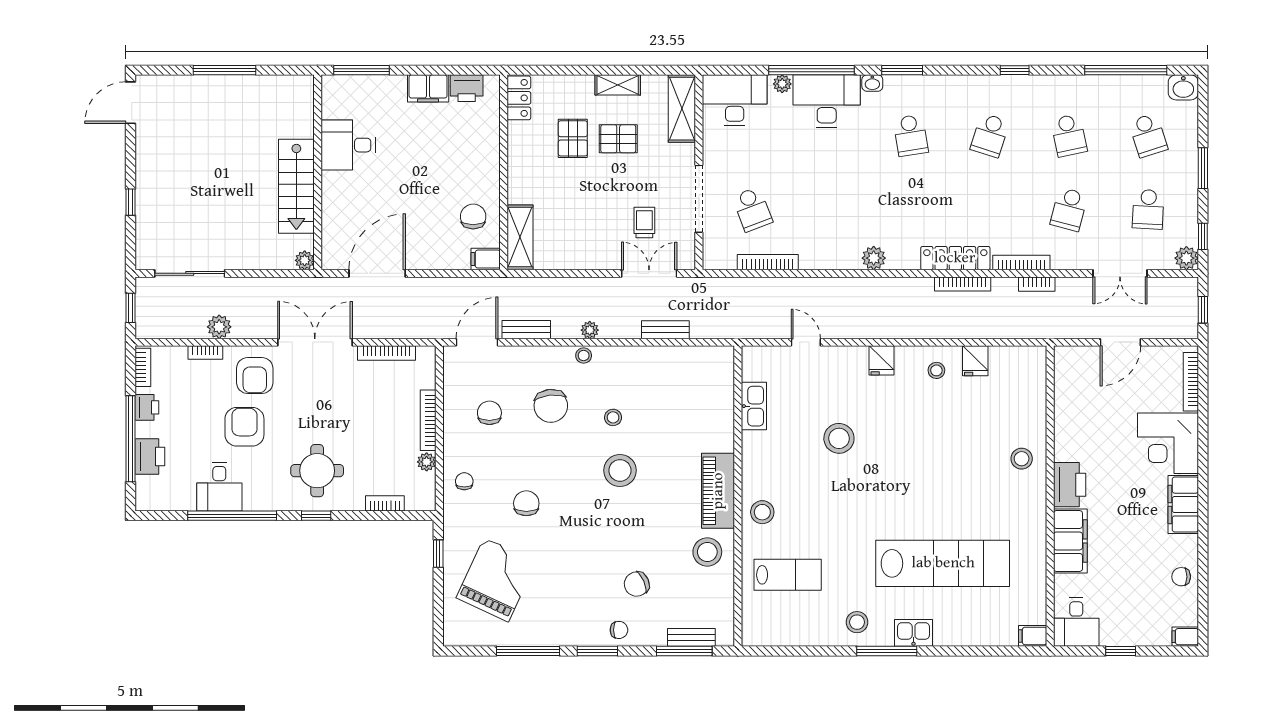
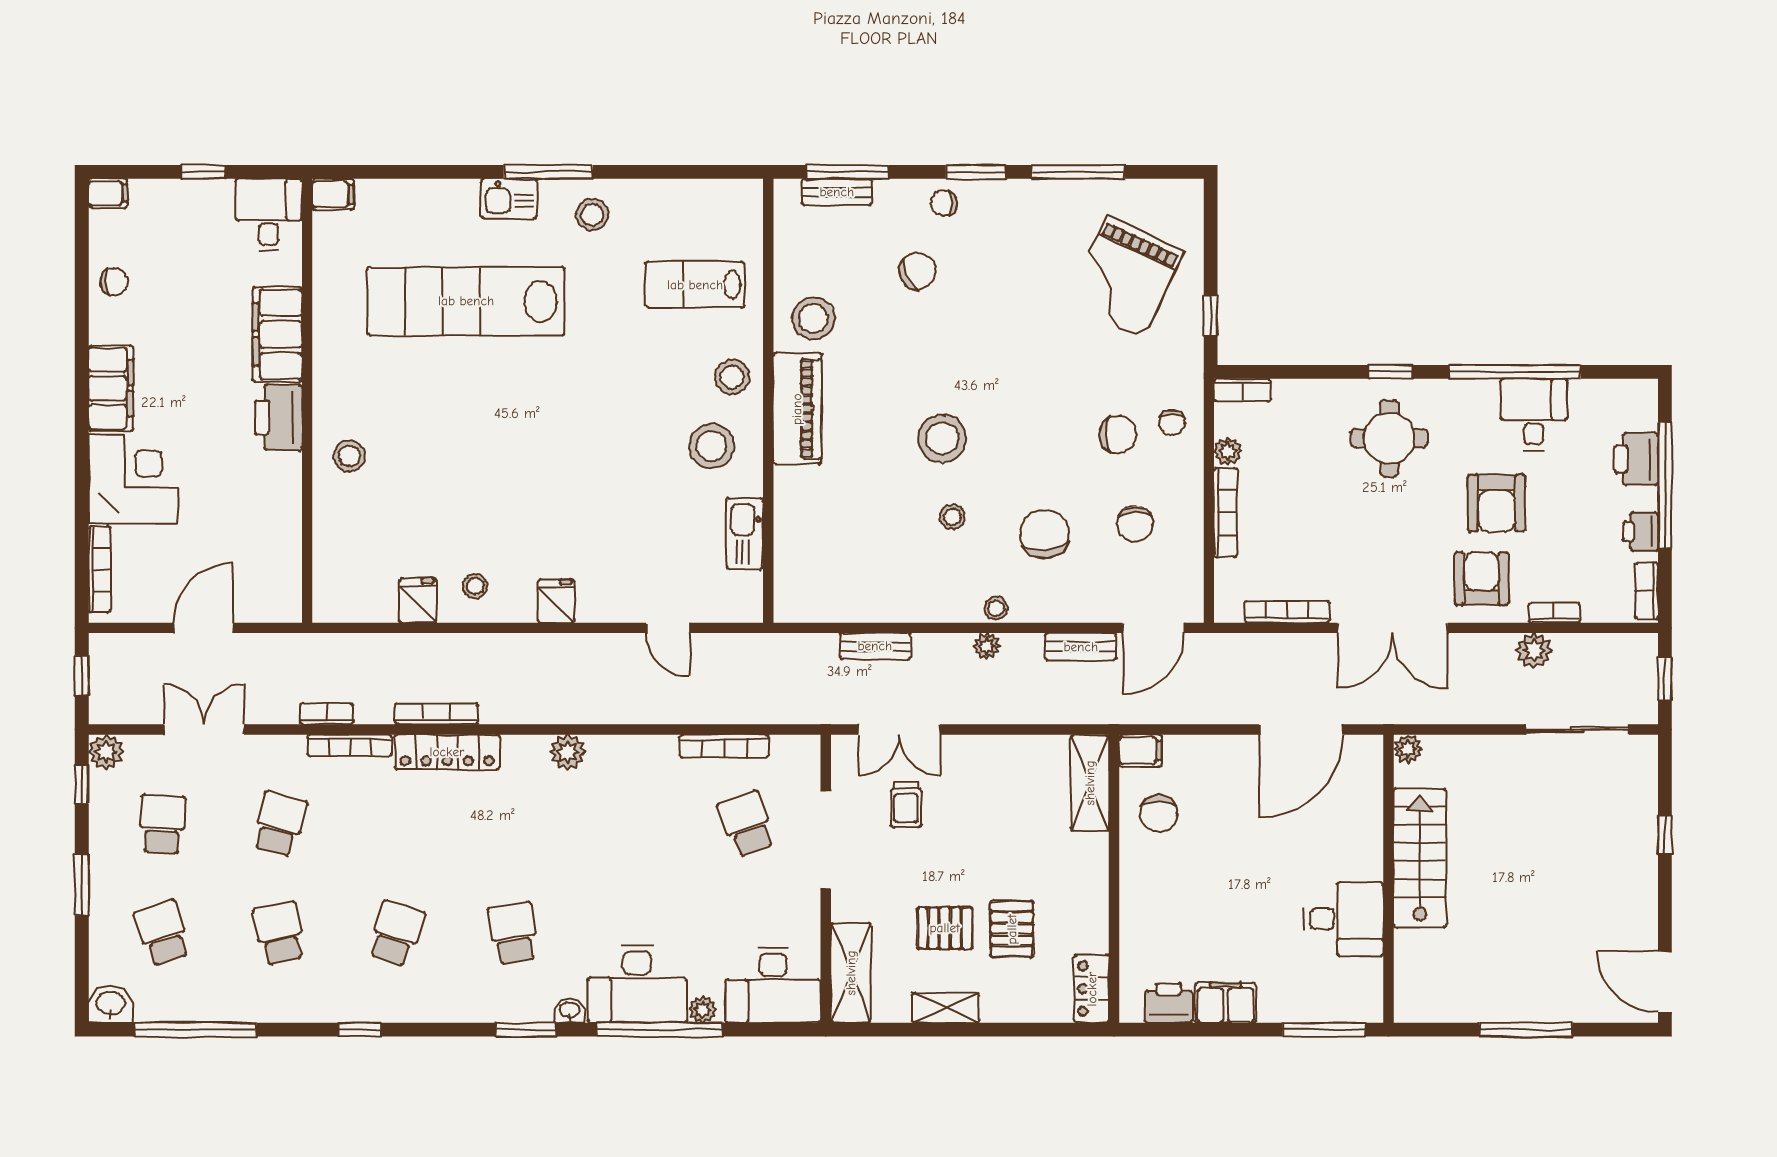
door: (130, 103) -> (1665, 982), swing flipped
stool: (839, 438) -> (711, 446), moved
bookcase: (385, 503) -> (1242, 390), moved
chair: (526, 503) -> (1118, 435), moved, turned -90

